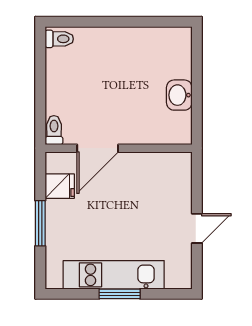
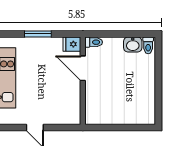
washbasin: (179, 95) -> (133, 45), moved, turned 180
fridge: (60, 186) -> (72, 44), moved, turned 90

